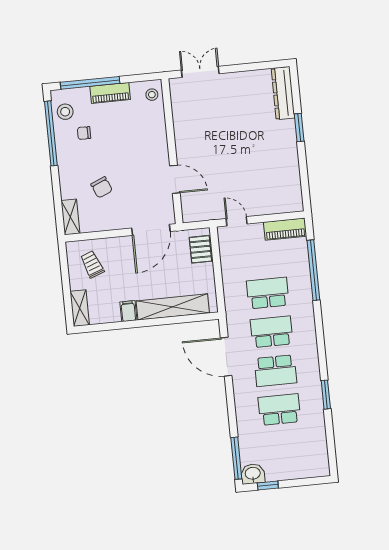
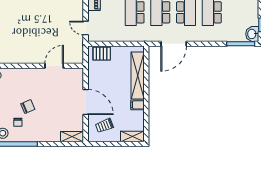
chair: (102, 187) -> (28, 107), moved
door: (237, 221) -> (86, 28), hinge flipped
door: (151, 230) -> (86, 102), moved

